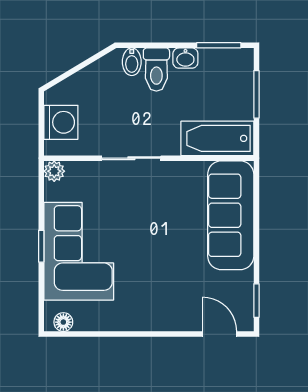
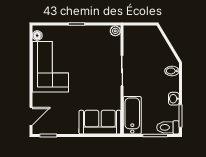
toilet: (156, 70) -> (168, 127), moved
washing machine: (61, 122) -> (141, 34), removed
sofa: (231, 215) -> (100, 122), width x0.73
corner sofa: (79, 251) -> (50, 67), moved, turned -90

